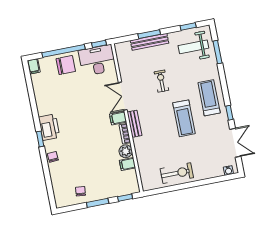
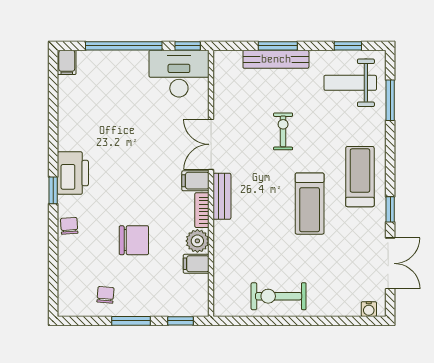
chair: (66, 65) -> (134, 240), moved
exercise bike: (177, 173) -> (279, 296), turned 180

